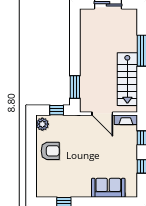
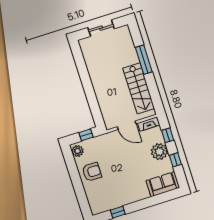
window: (75, 87) -> (95, 110), removed
plant: (128, 152) -> (159, 152), added
sofa: (108, 188) -> (163, 184), moved

